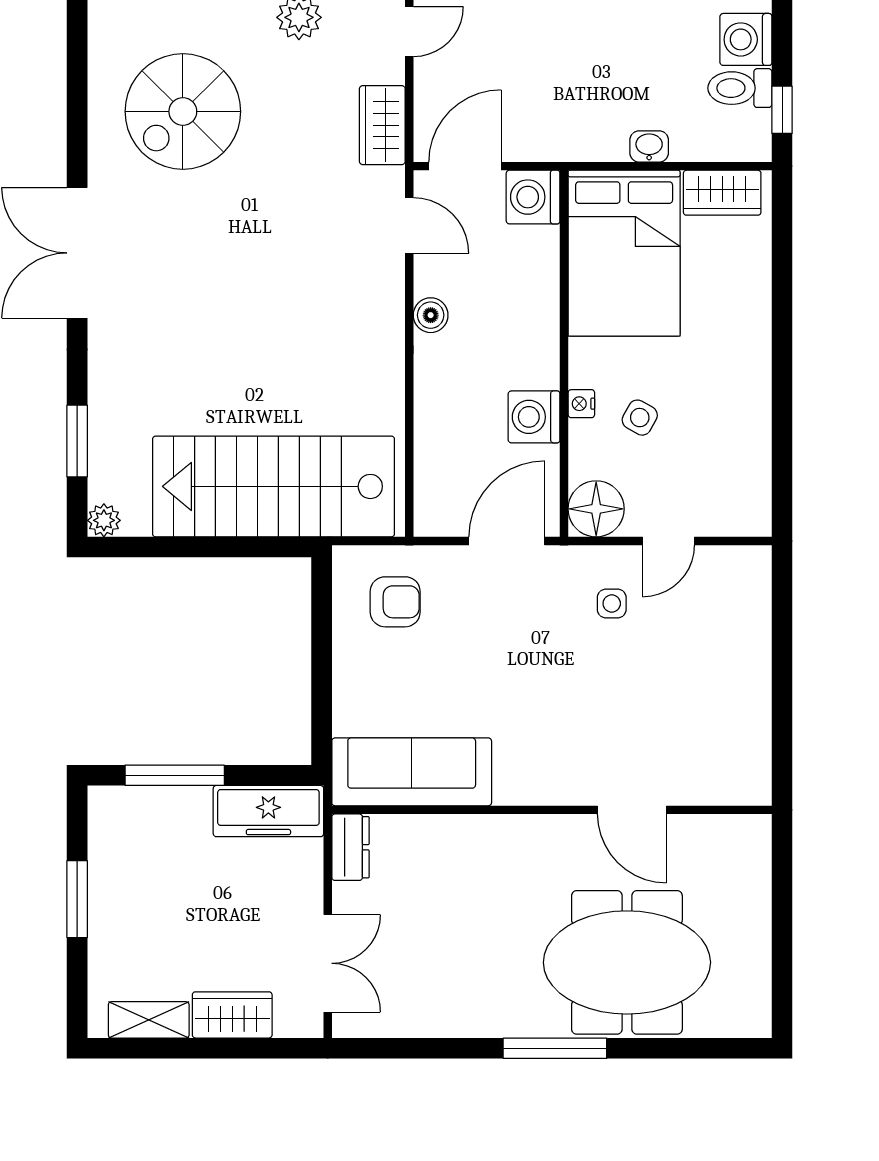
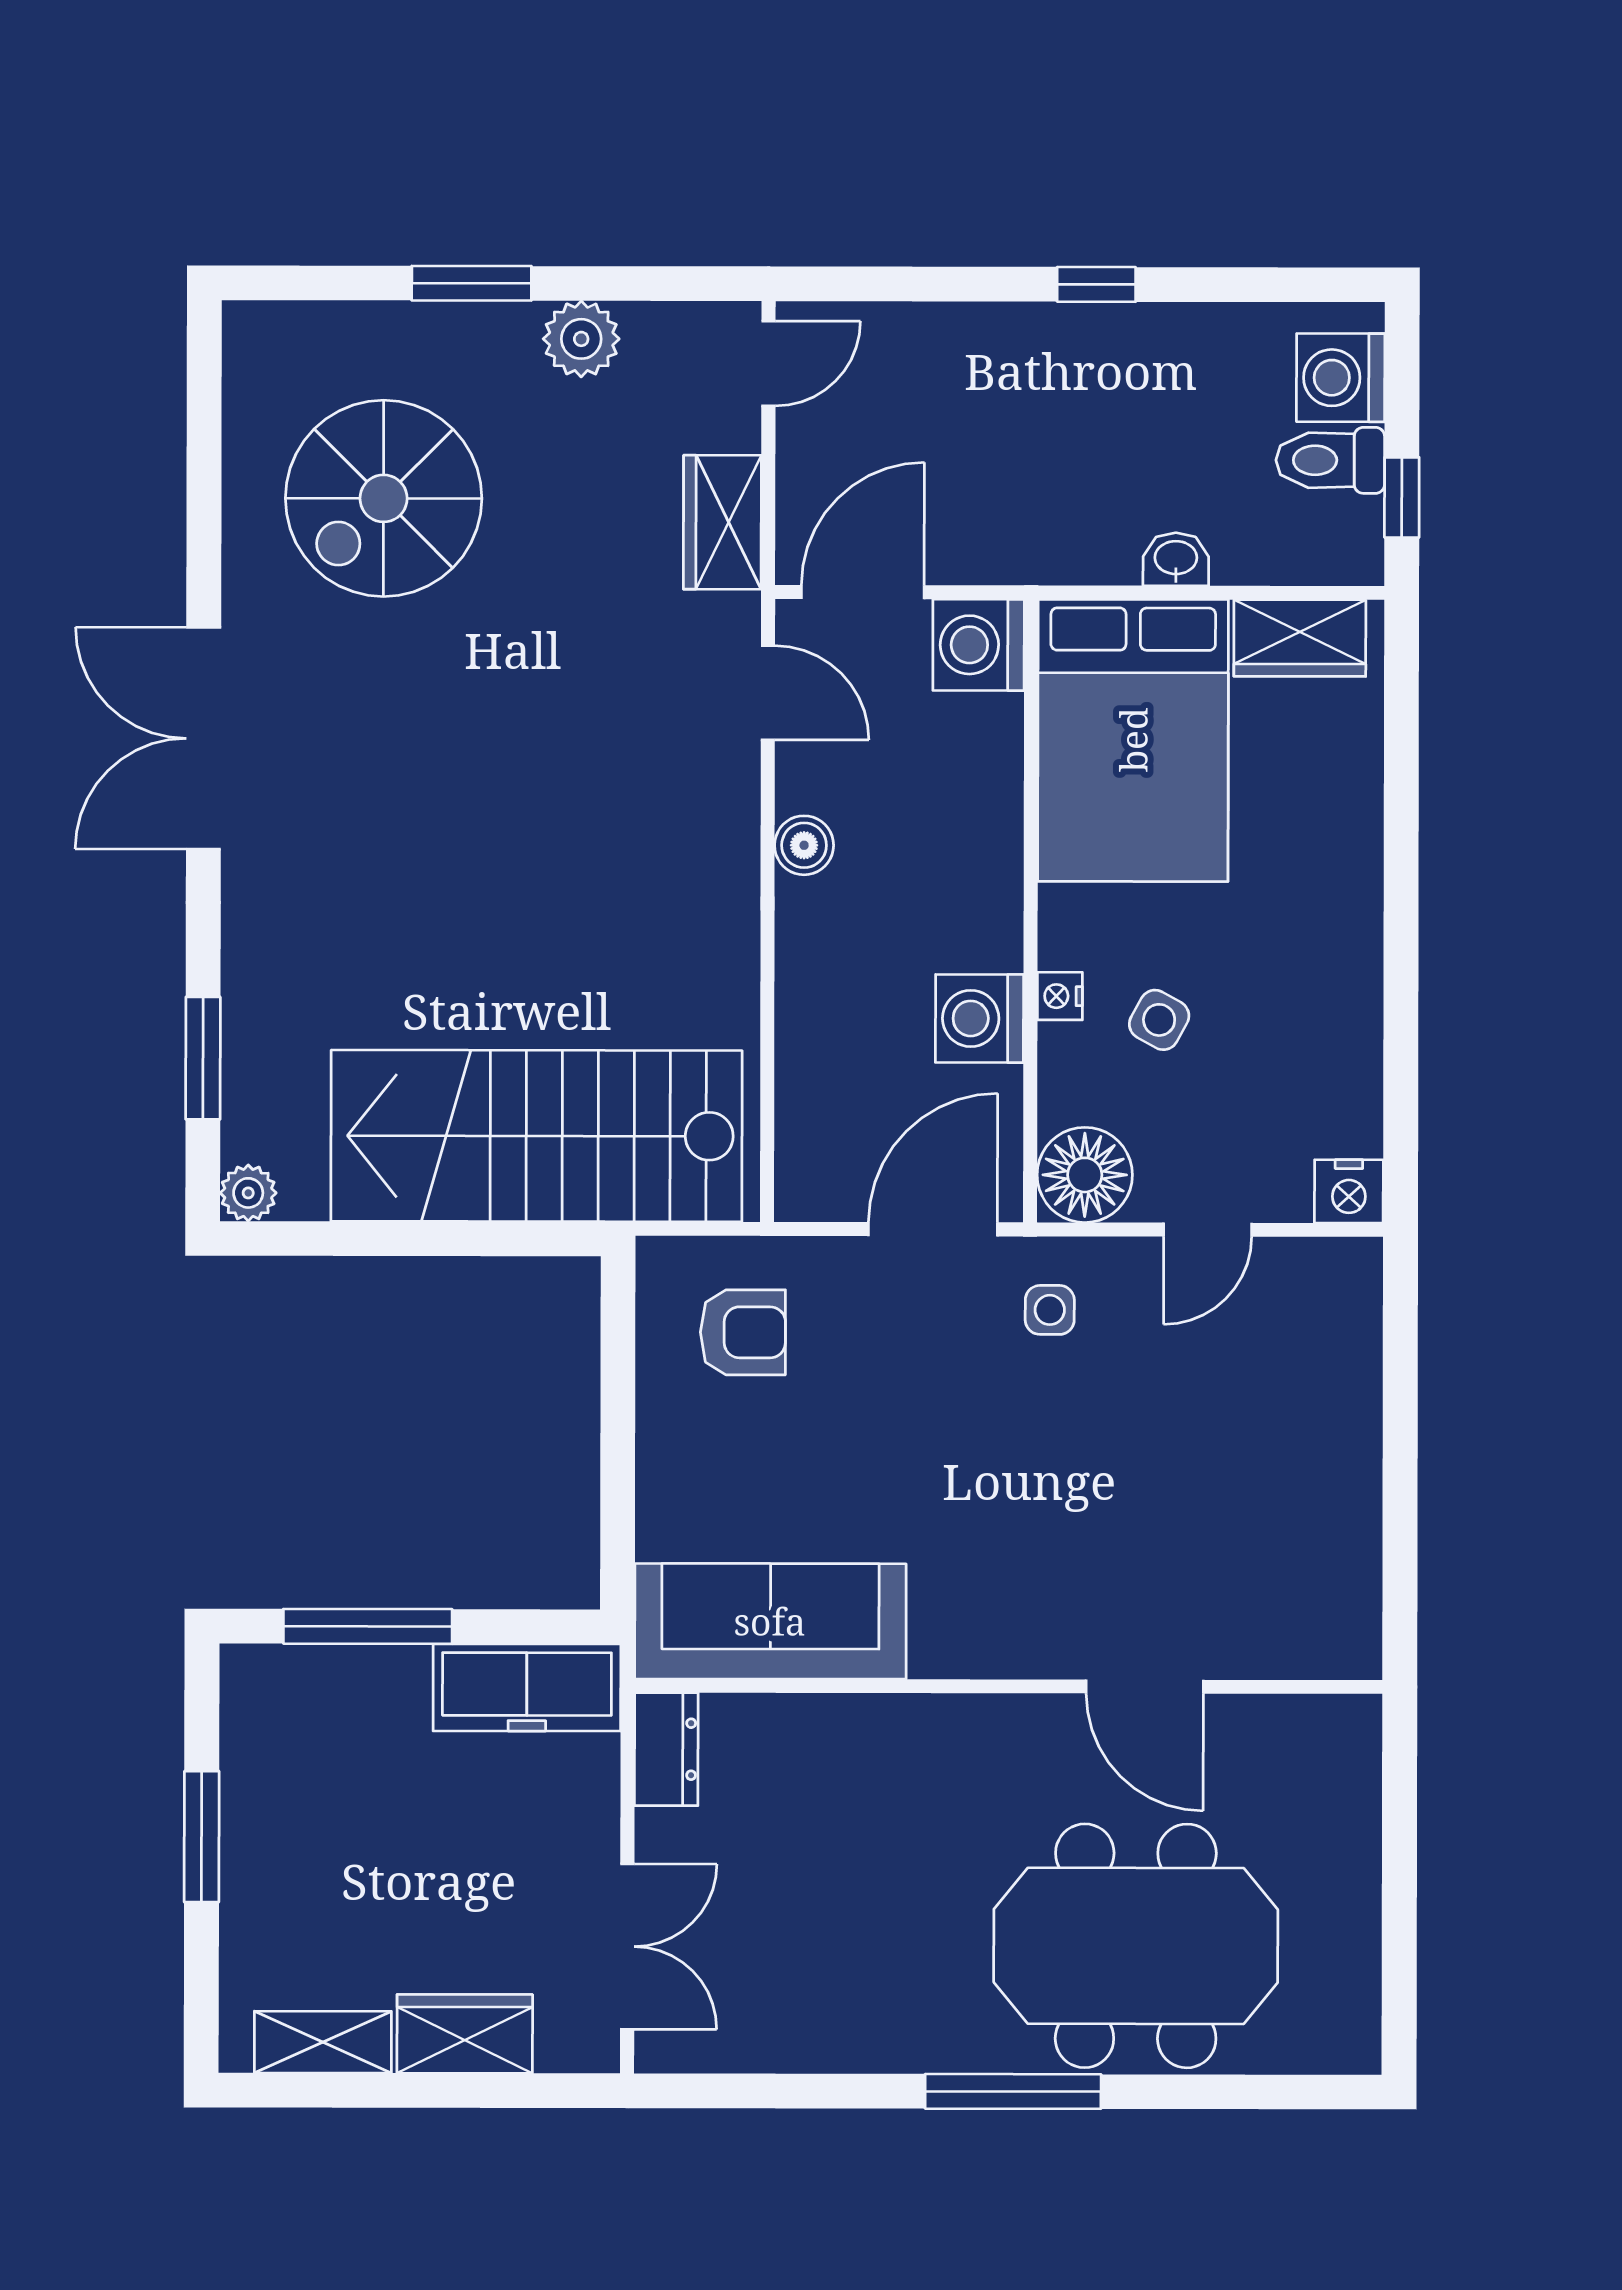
nightstand: (752, 518) -> (1349, 1191), added
side table: (612, 604) -> (1050, 1310), moved

